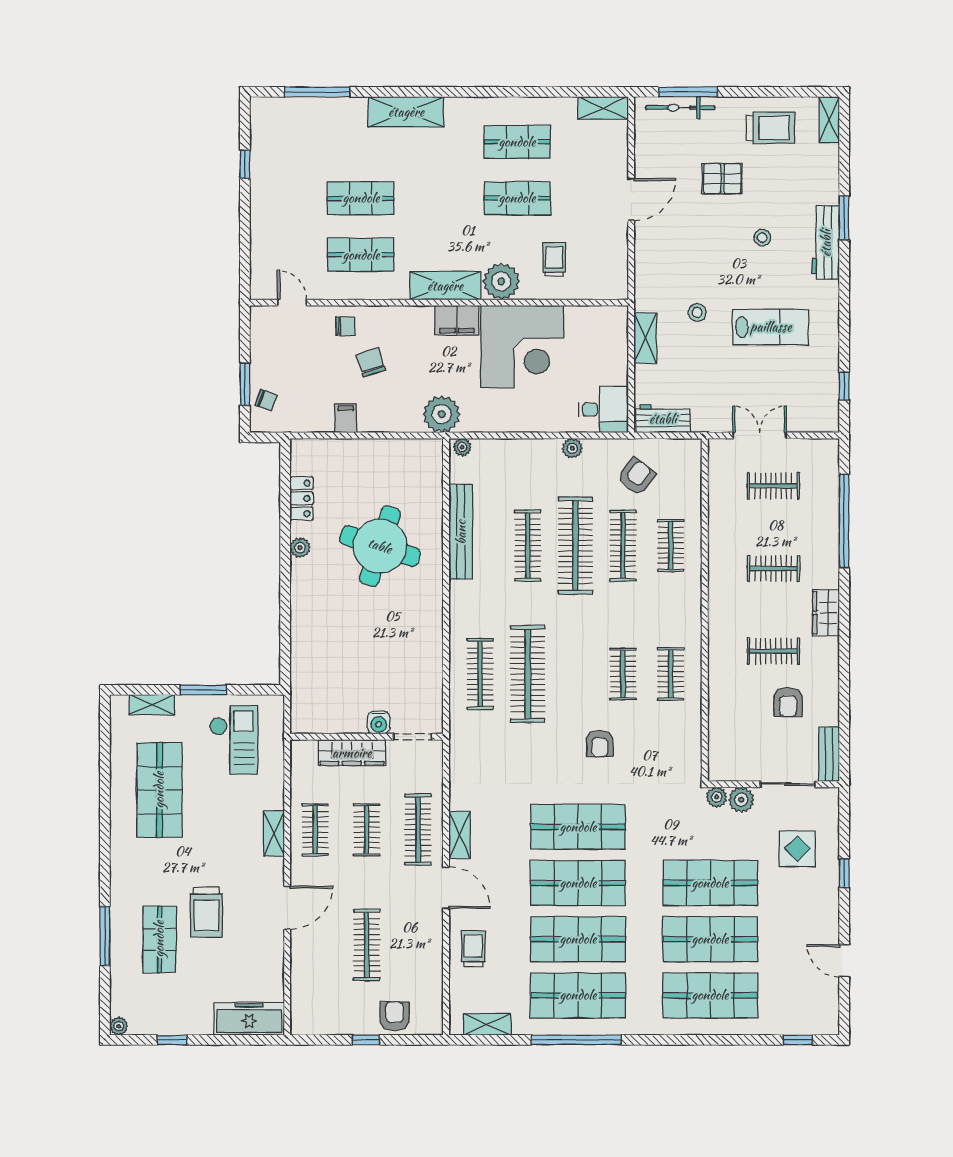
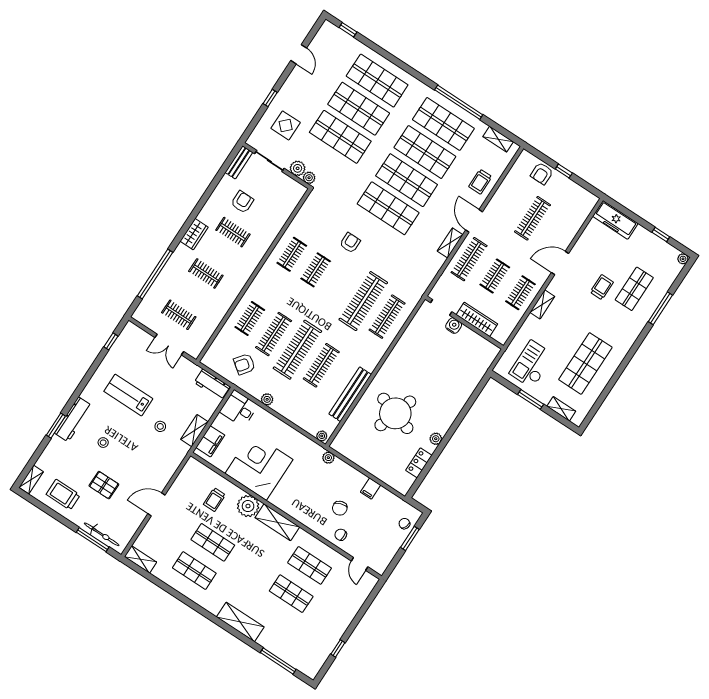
filing cabinet: (457, 320) -> (210, 441), moved, turned 90
plant: (442, 414) -> (328, 458), width x0.53, depth x0.53
trolley: (206, 912) -> (602, 287), width x0.73, depth x0.72

